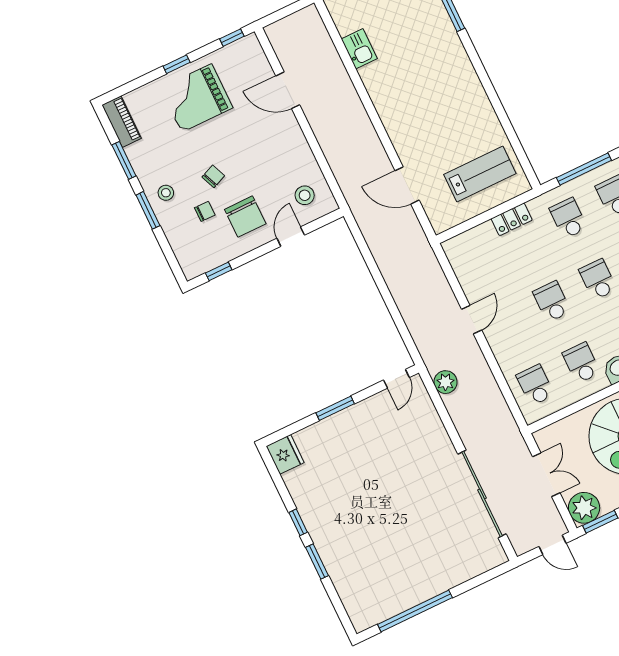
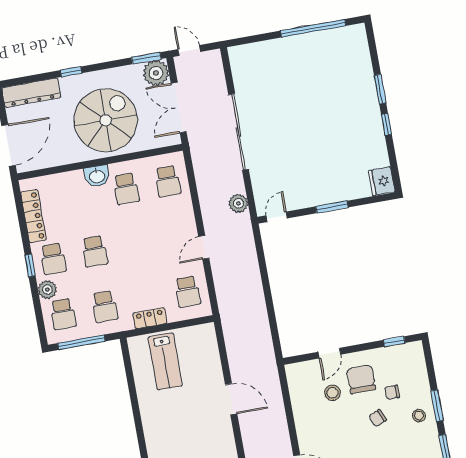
lab bench: (480, 174) -> (165, 361), turned -90
door: (407, 185) -> (231, 399), moved
stool: (305, 195) -> (332, 393), moved
school desk: (552, 302) -> (188, 292), moved
double door: (546, 475) -> (179, 108), width x1.37
sliding door: (482, 494) -> (239, 132), moved

